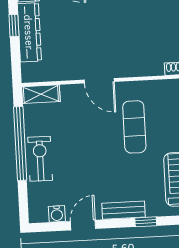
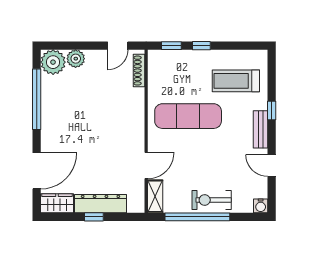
door: (99, 81) -> (146, 166), moved
exercise mat: (134, 127) -> (188, 116), width x1.36, depth x1.45
water cooler: (57, 214) -> (261, 206), moved, turned 90

